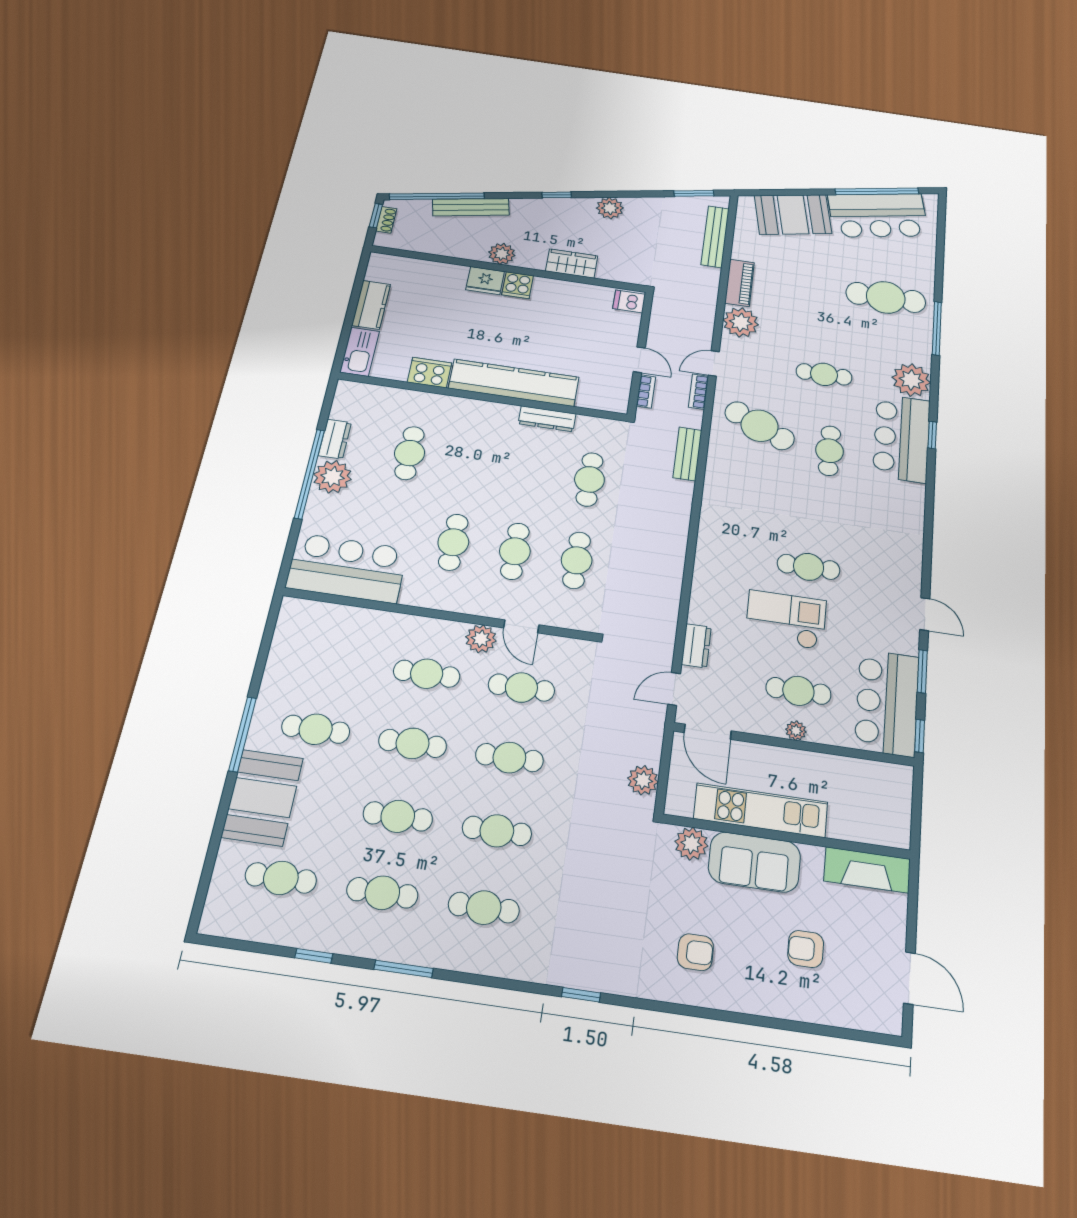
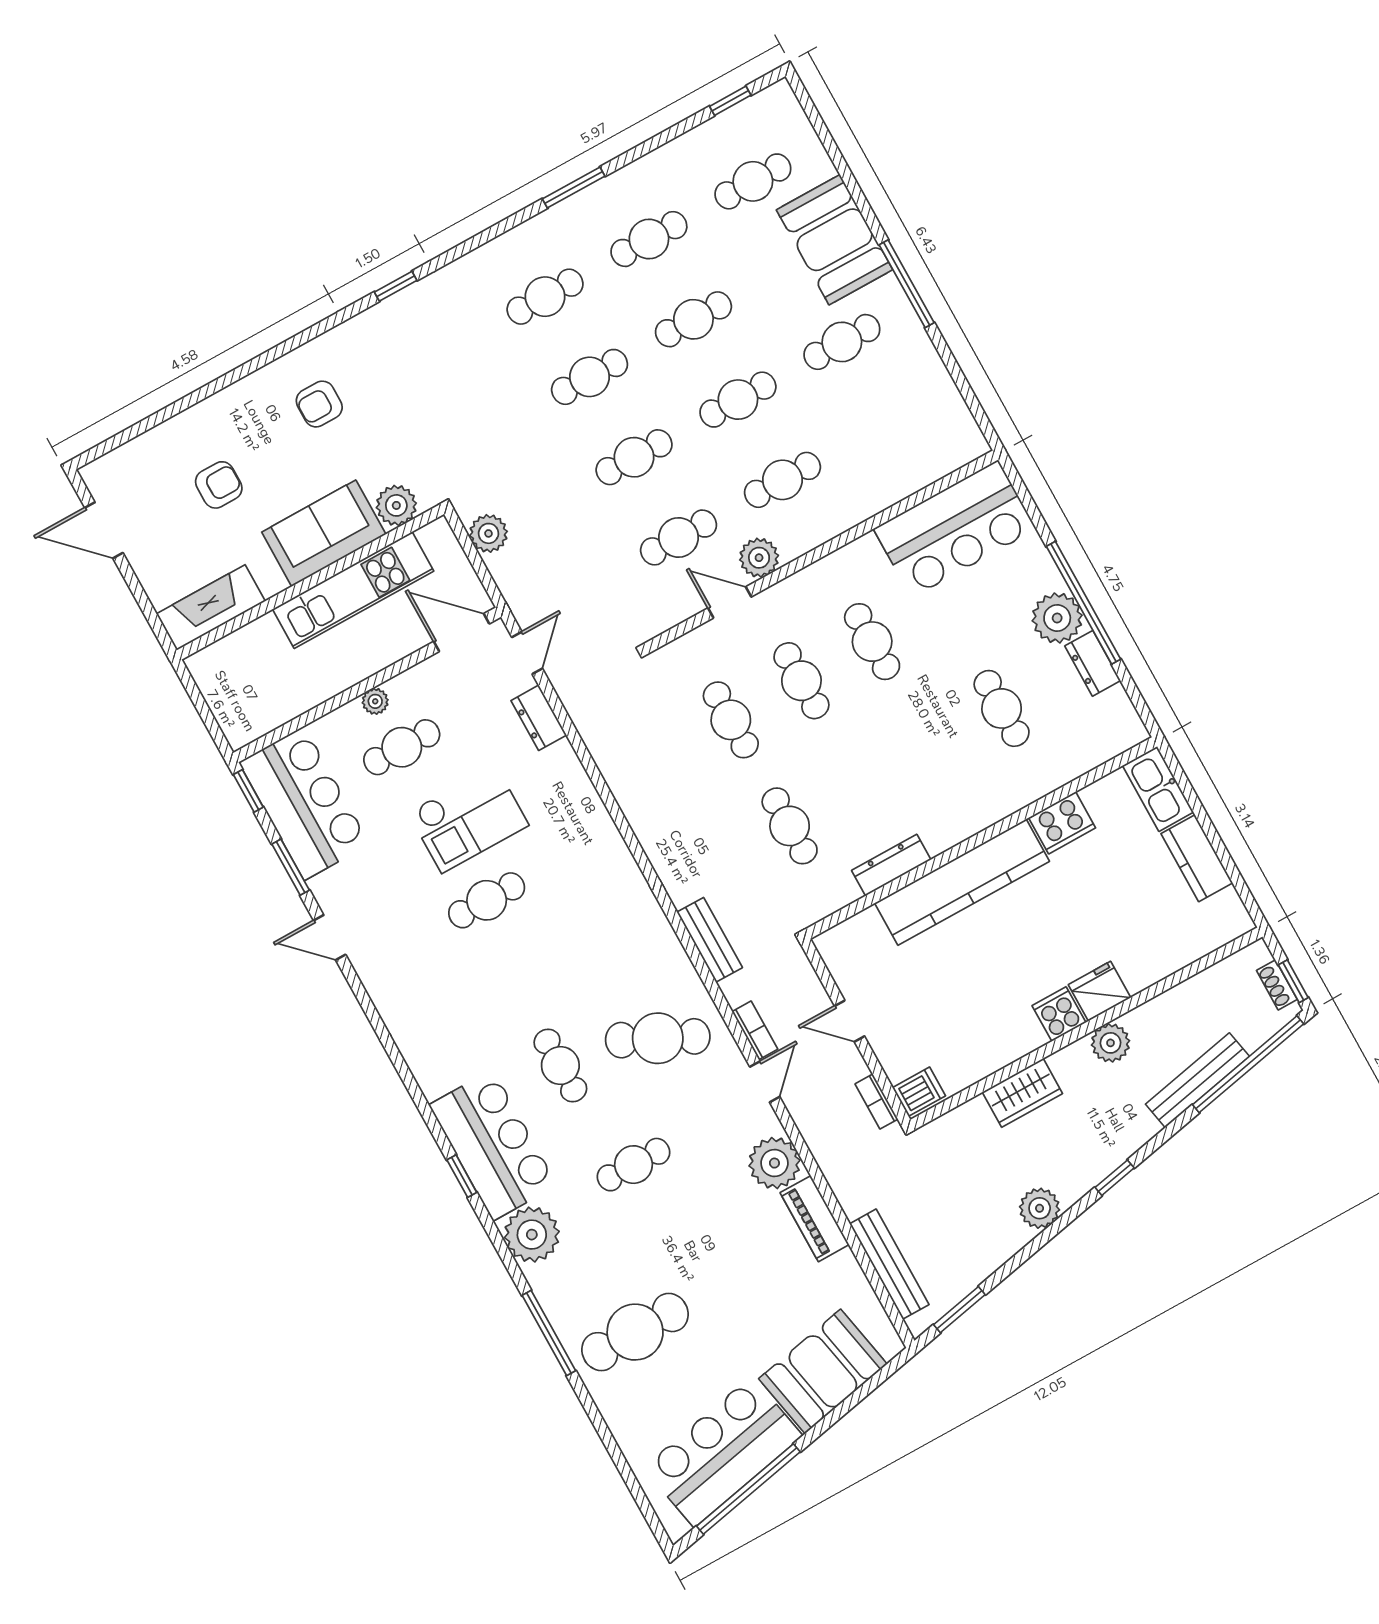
bookcase: (646, 391) -> (876, 1102), moved
window: (314, 956) -> (730, 101), moved

